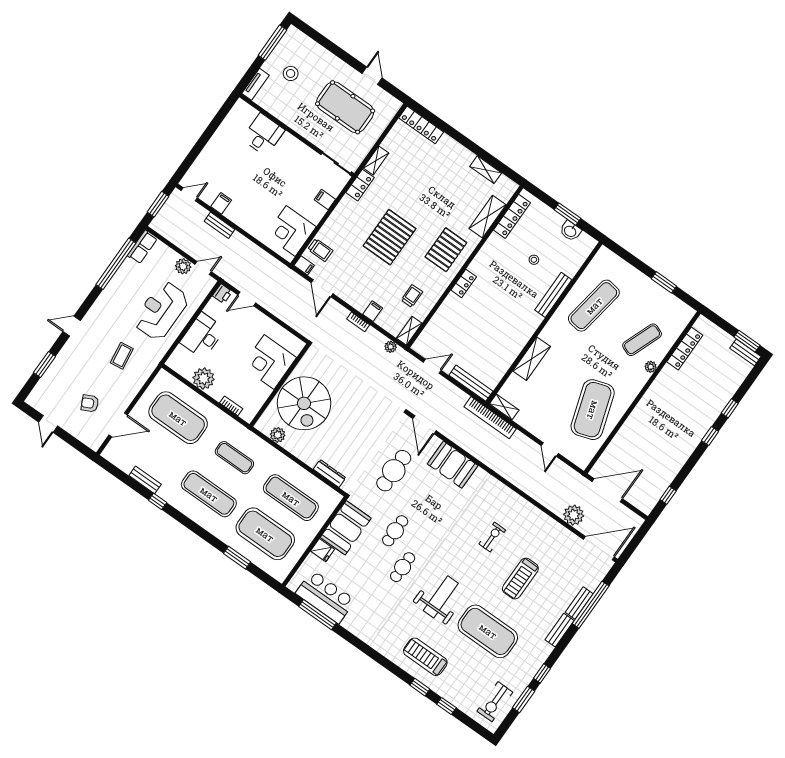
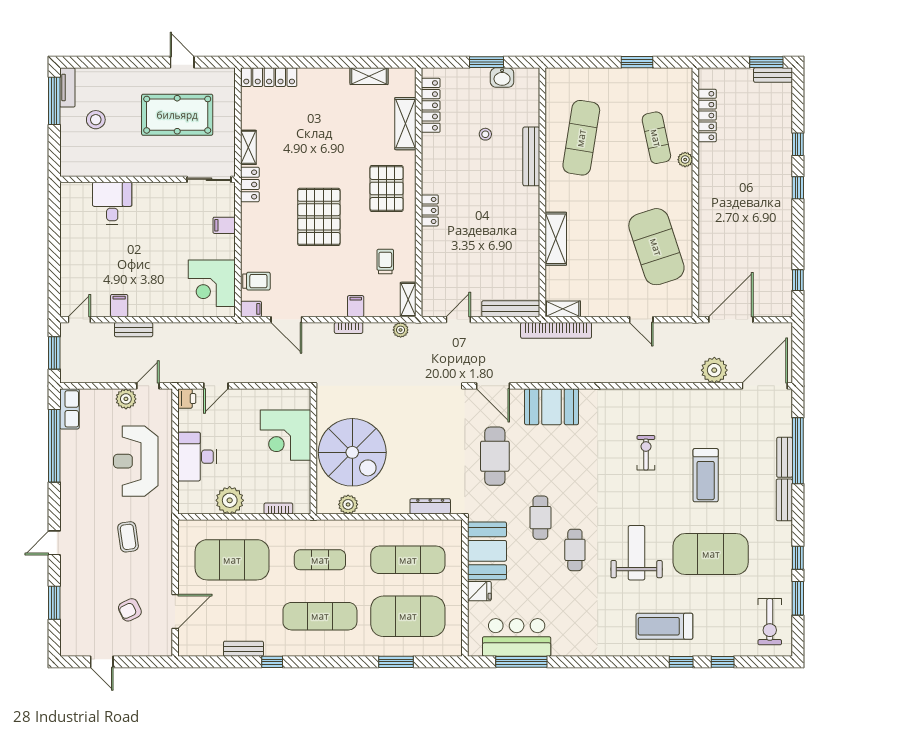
tv unit: (256, 84) -> (67, 87), moved
exercise mat: (642, 340) -> (656, 138), turned -33

